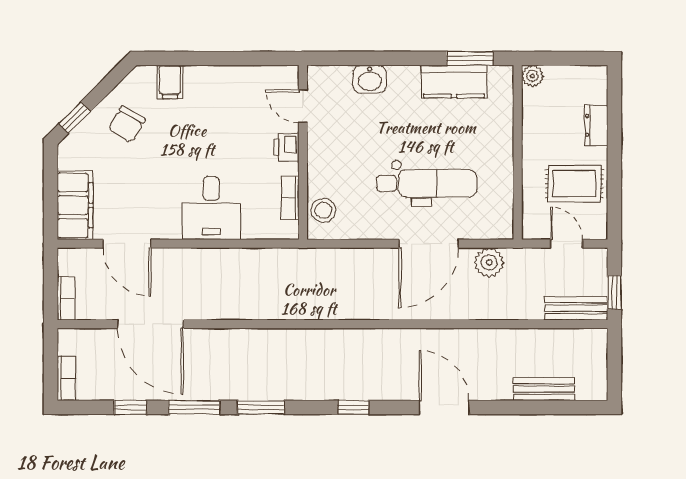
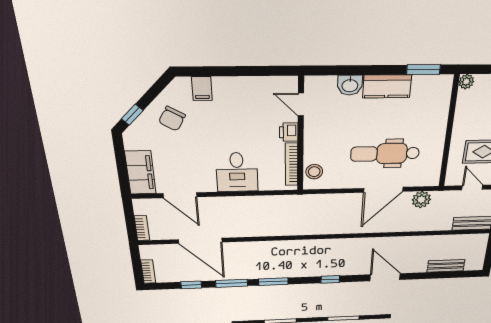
kitchen counter: (454, 82) -> (387, 86), moved
dental chair: (427, 183) -> (385, 154), turned 180
bookcase: (290, 198) -> (292, 164), width x1.56

